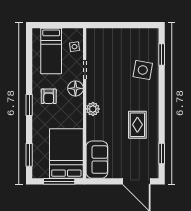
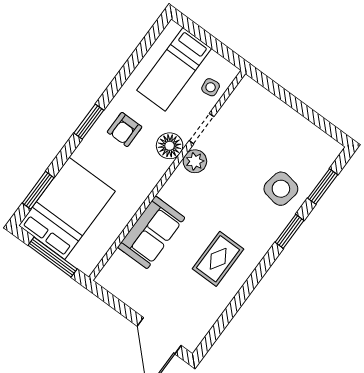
plant: (93, 109) -> (195, 161), moved
bed: (66, 153) -> (67, 208), moved
window: (162, 153) -> (289, 231), moved
sofa: (97, 160) -> (151, 232), moved

